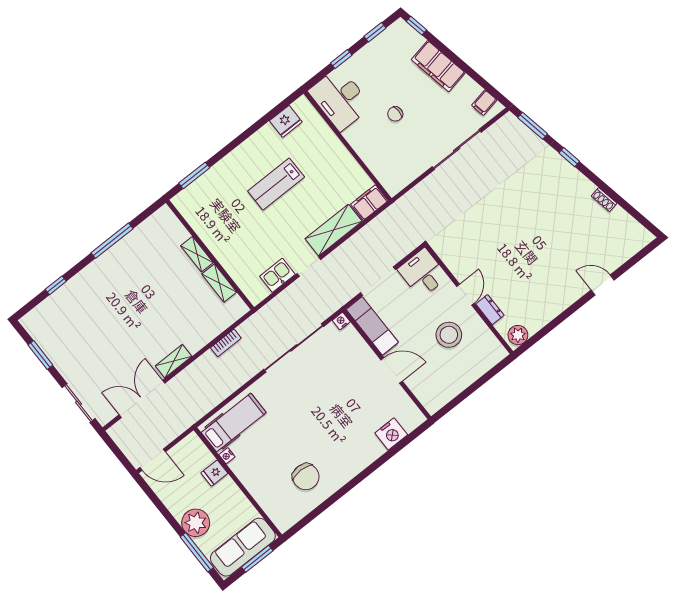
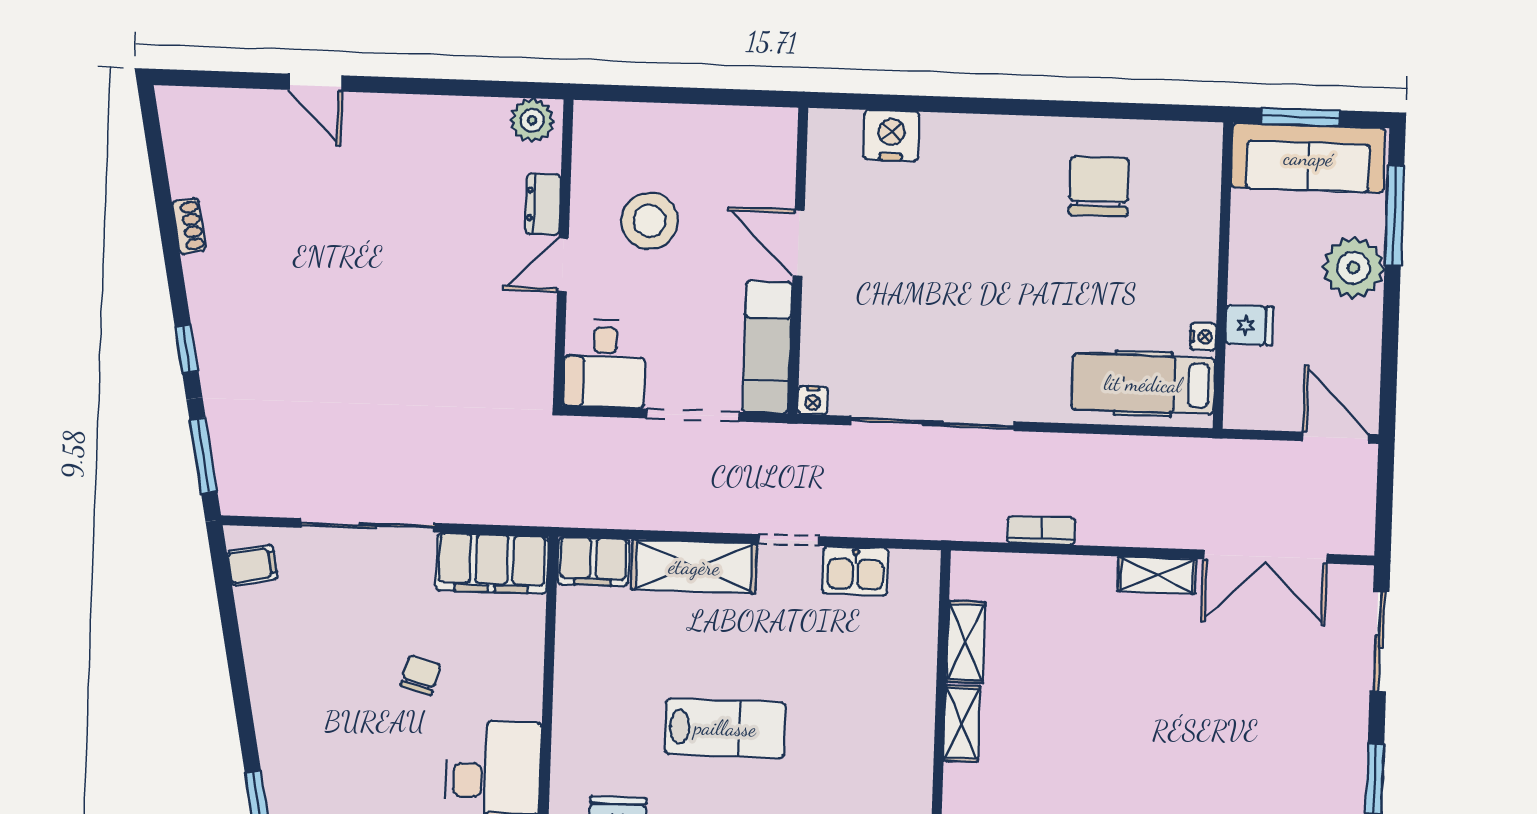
filing cabinet: (438, 66) -> (492, 563), moved, turned 101
chair: (395, 114) -> (421, 675), turned -74

